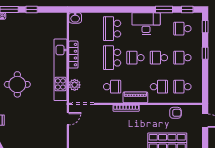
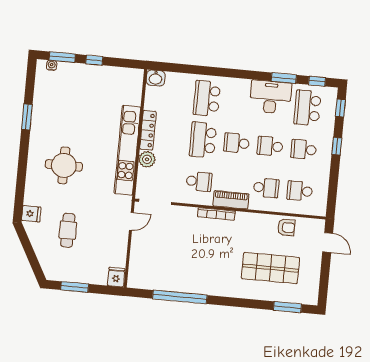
desk: (146, 23) -> (271, 97), moved
school desk: (182, 29) -> (308, 108), width x1.85
plant: (75, 85) -> (147, 159), moved
cafe table: (24, 129) -> (68, 230), added

